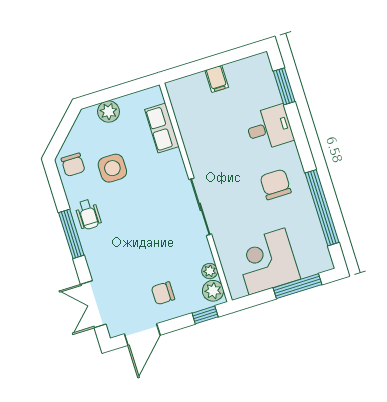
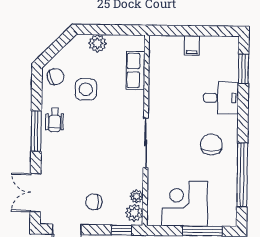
chair: (73, 165) -> (55, 77), turned -109

